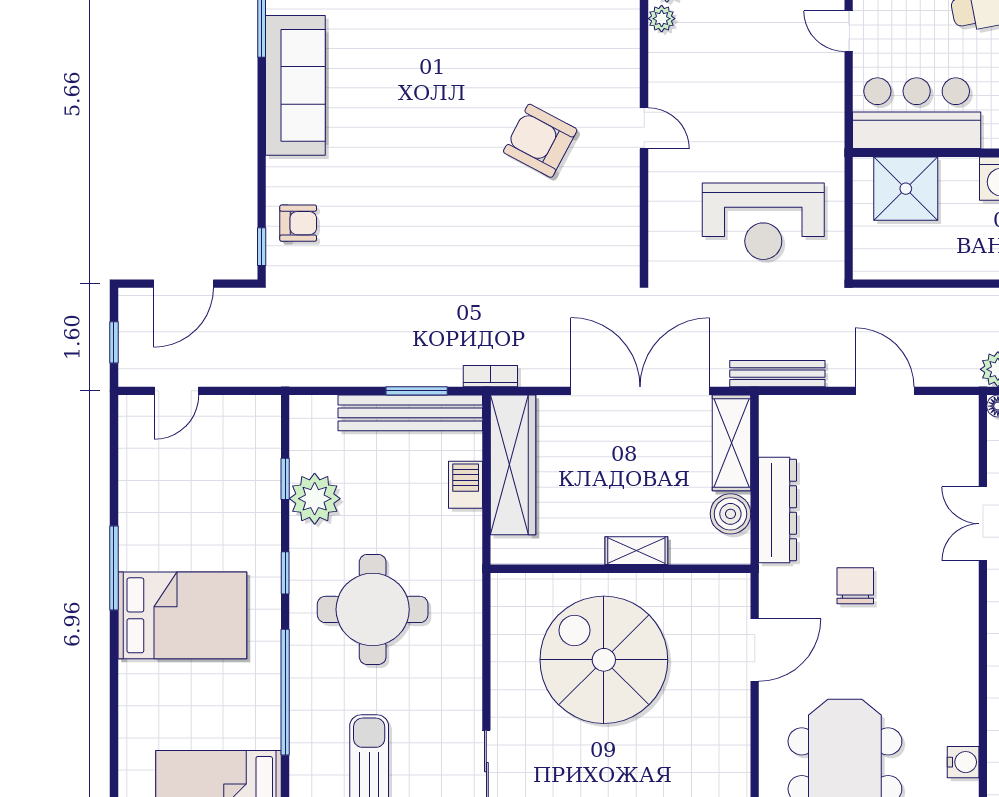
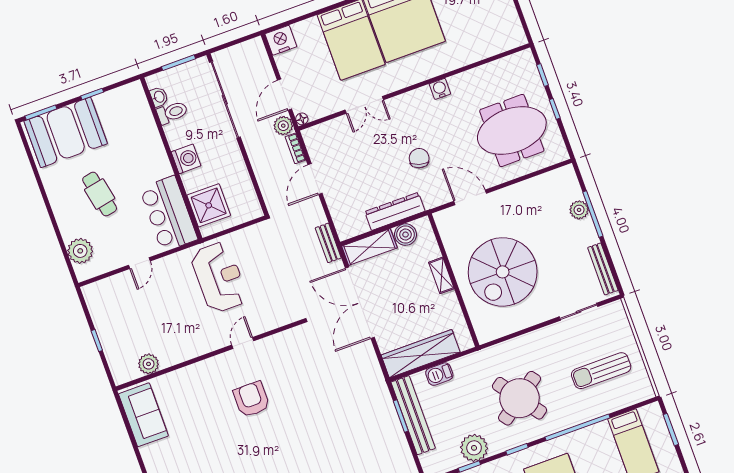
plant: (662, 19) -> (167, 360), removed
door: (644, 128) -> (243, 343), moved
armchair: (540, 141) -> (251, 399), turned 152
reception desk: (763, 221) -> (219, 277), moved
bench: (777, 374) -> (328, 243), width x0.73
bookcase: (490, 376) -> (295, 148), moved
chair: (855, 586) -> (419, 158), turned 106
round table: (373, 609) -> (520, 398), turned -36
water cooler: (963, 762) -> (440, 89), moved

